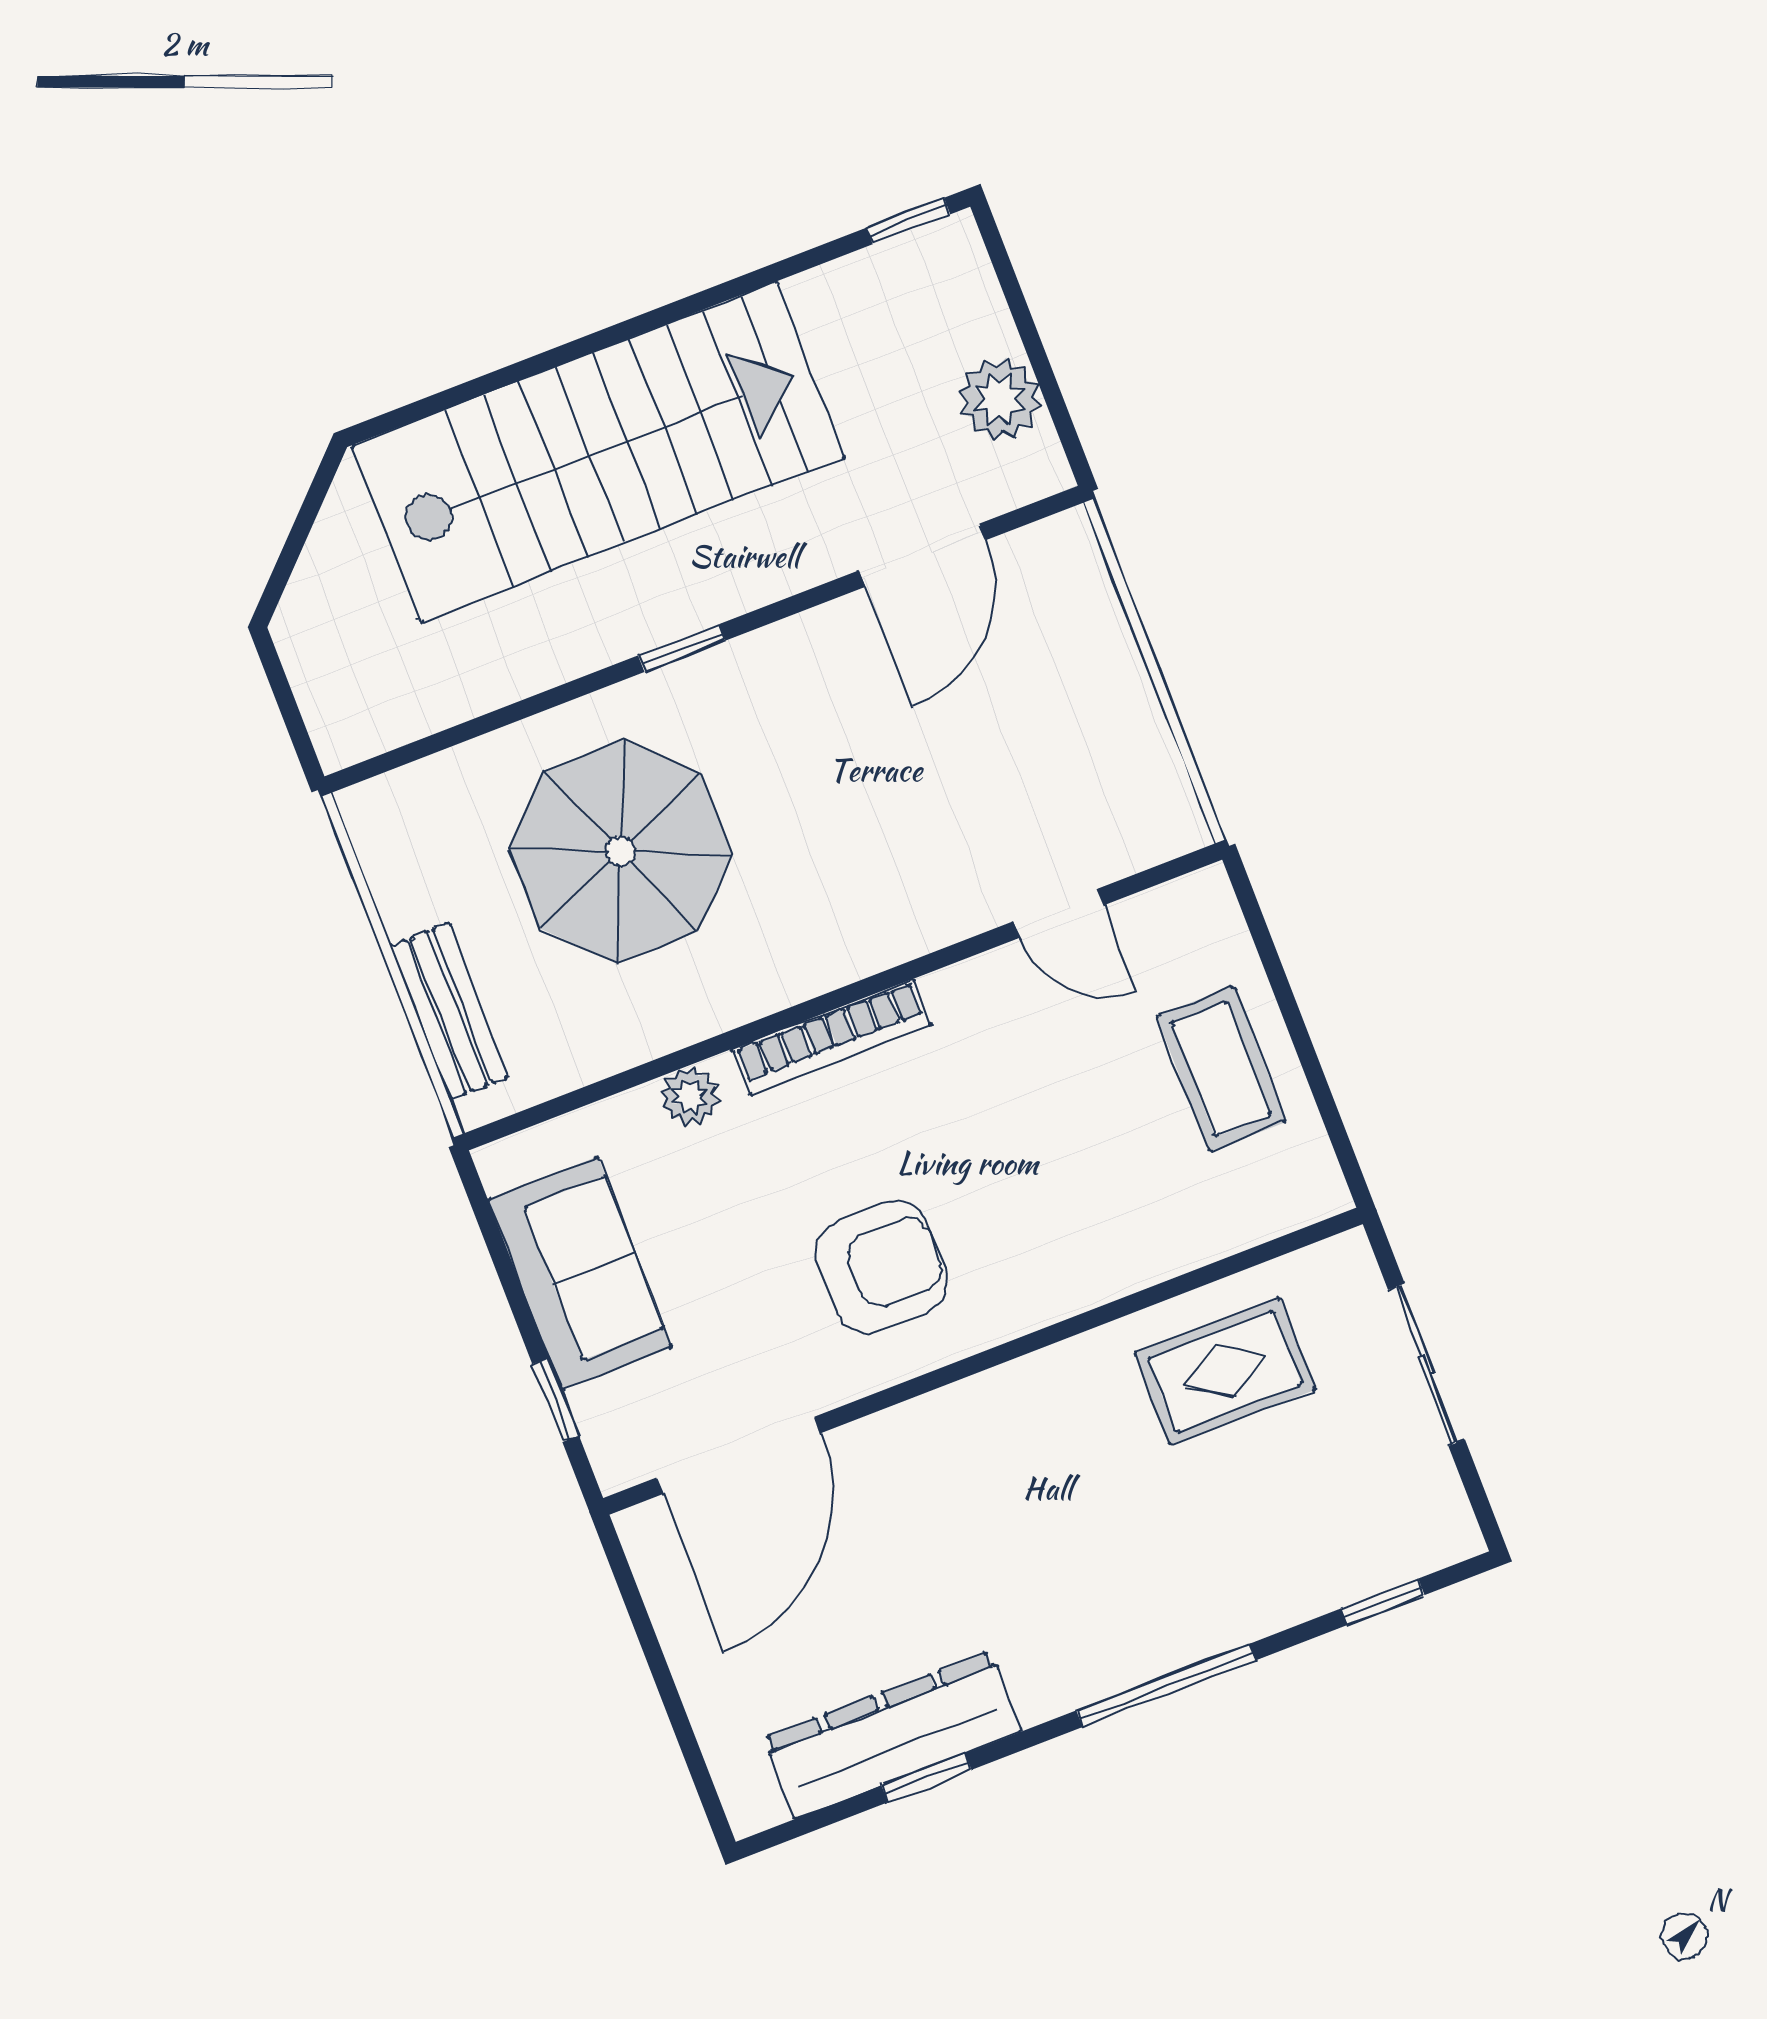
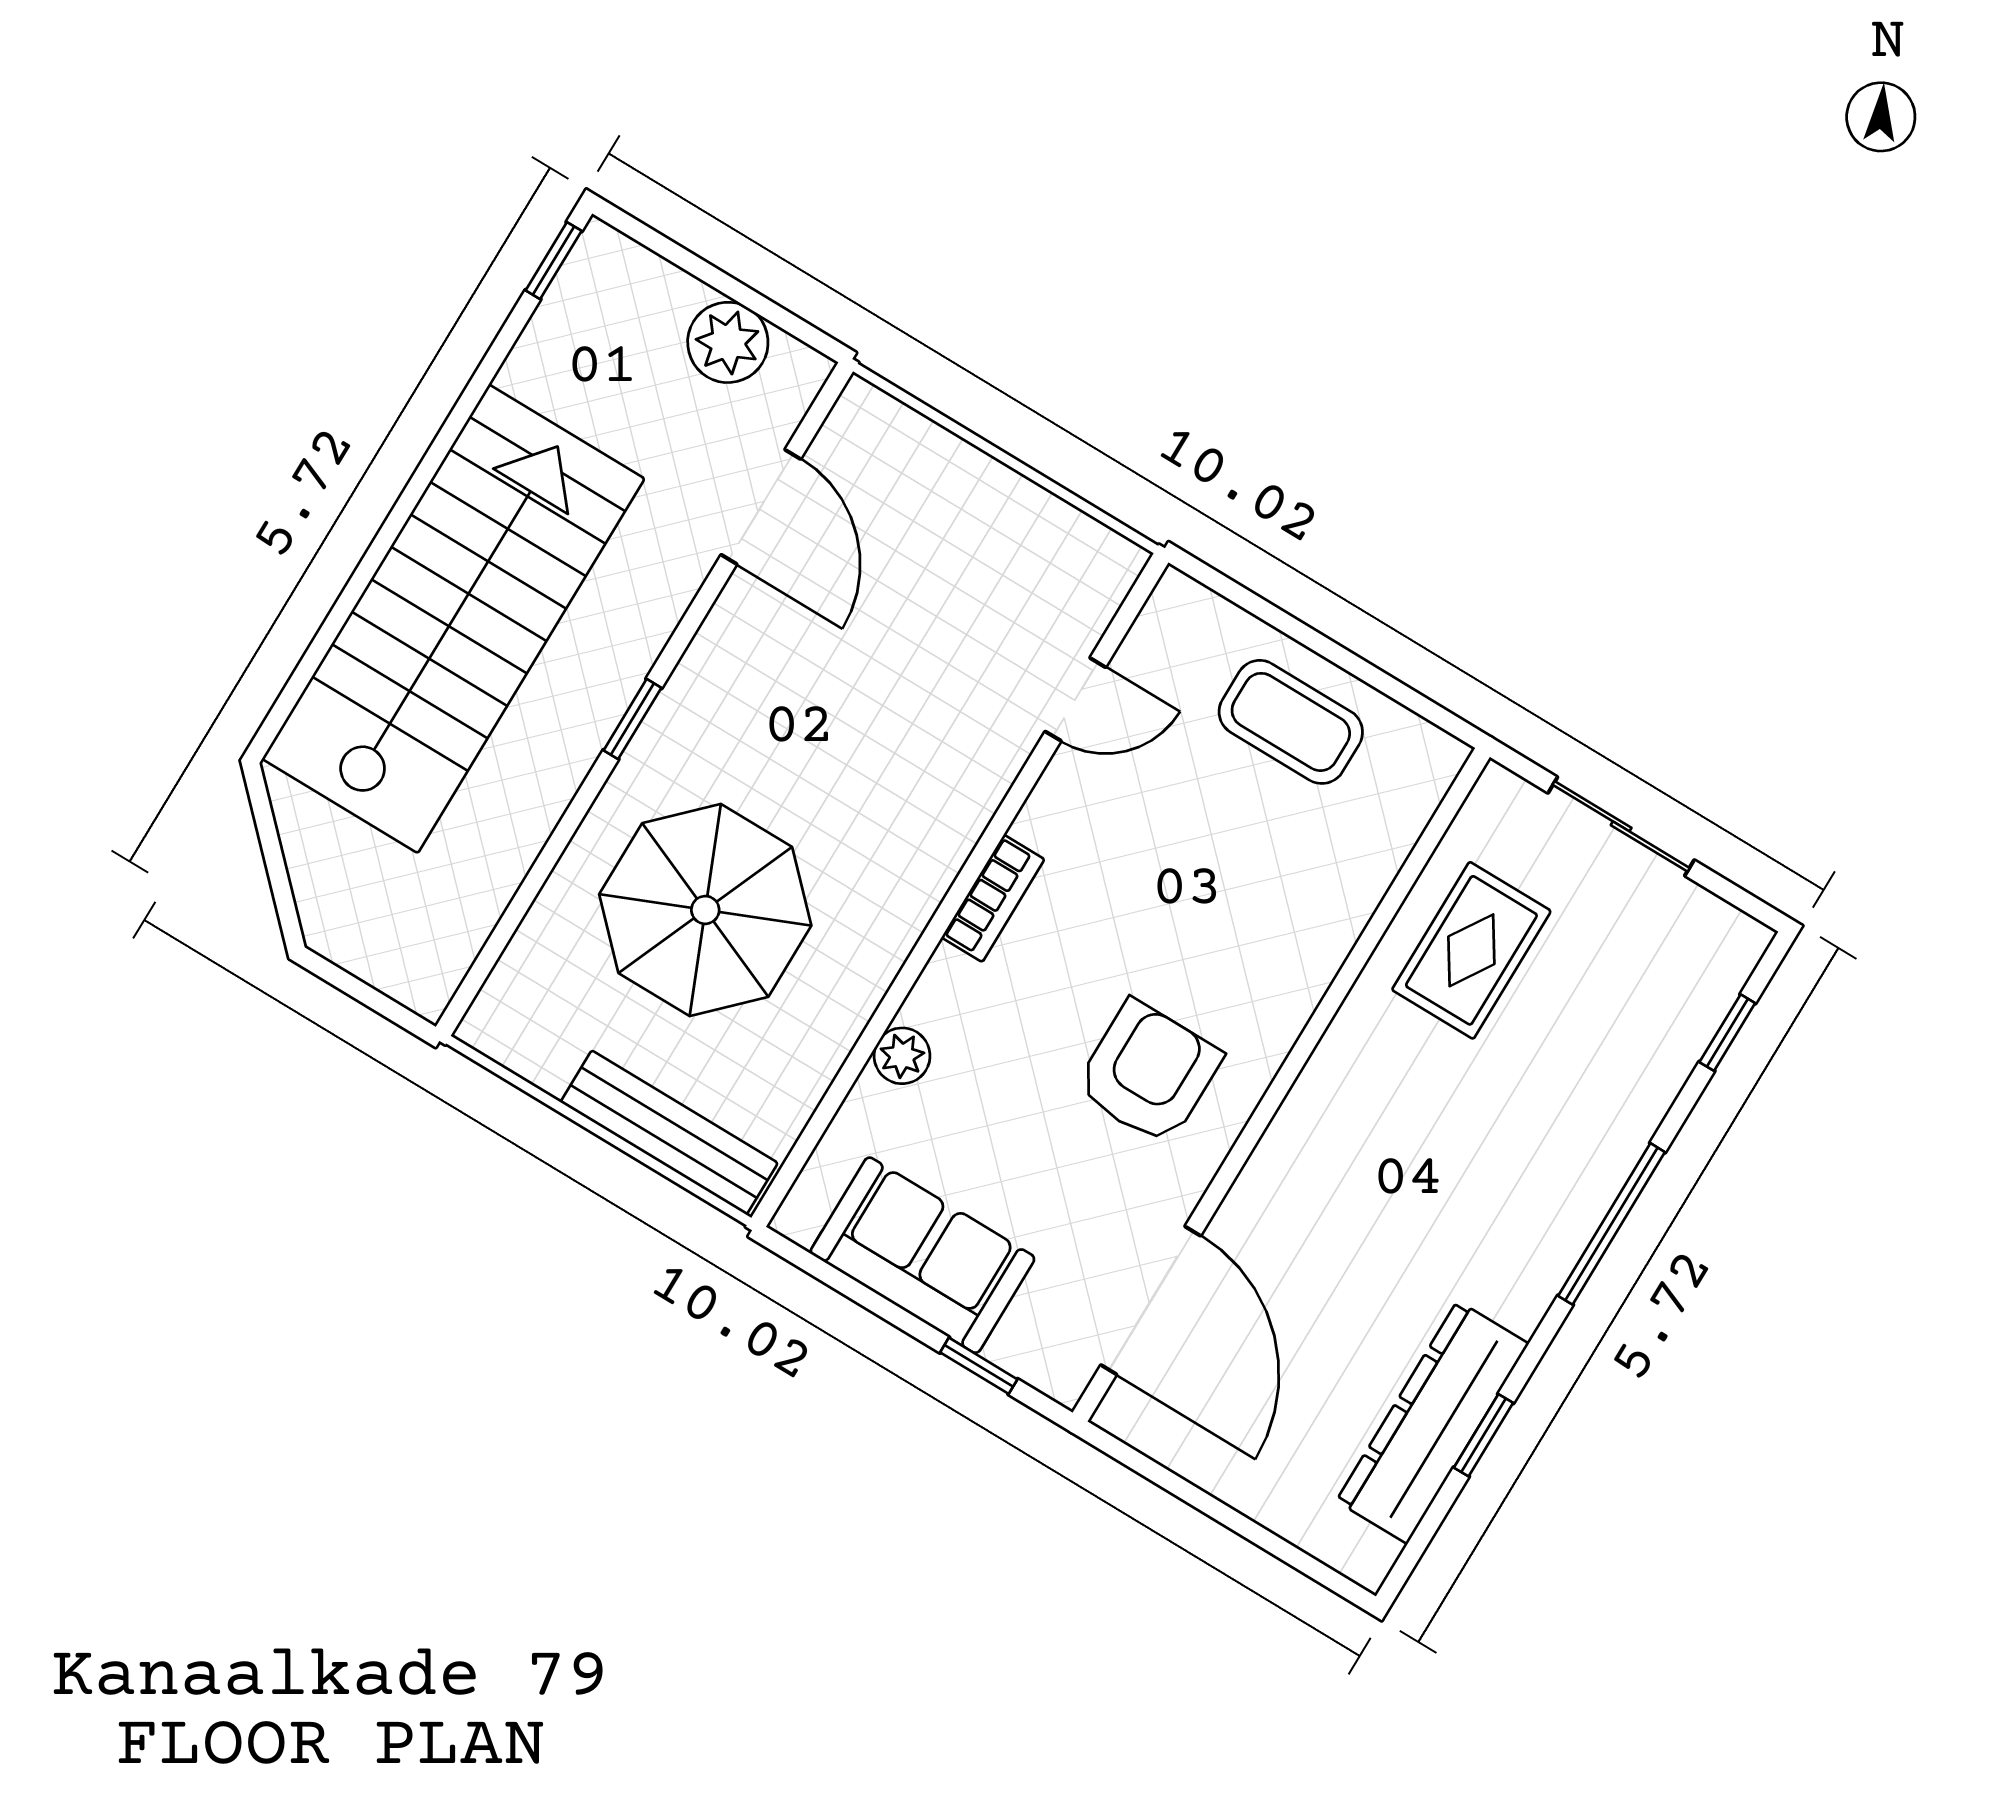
bench: (449, 1011) -> (669, 1133), width x1.36
bookcase: (832, 1037) -> (993, 898), width x0.64

